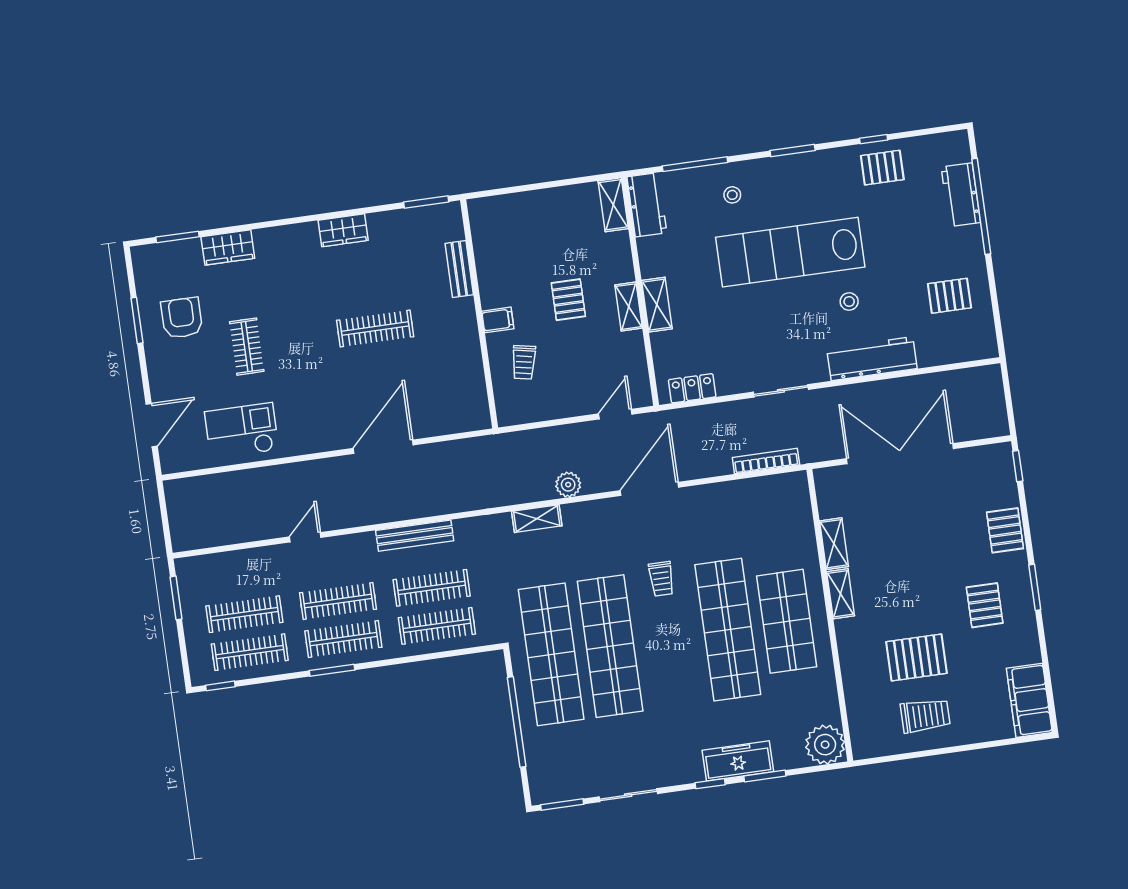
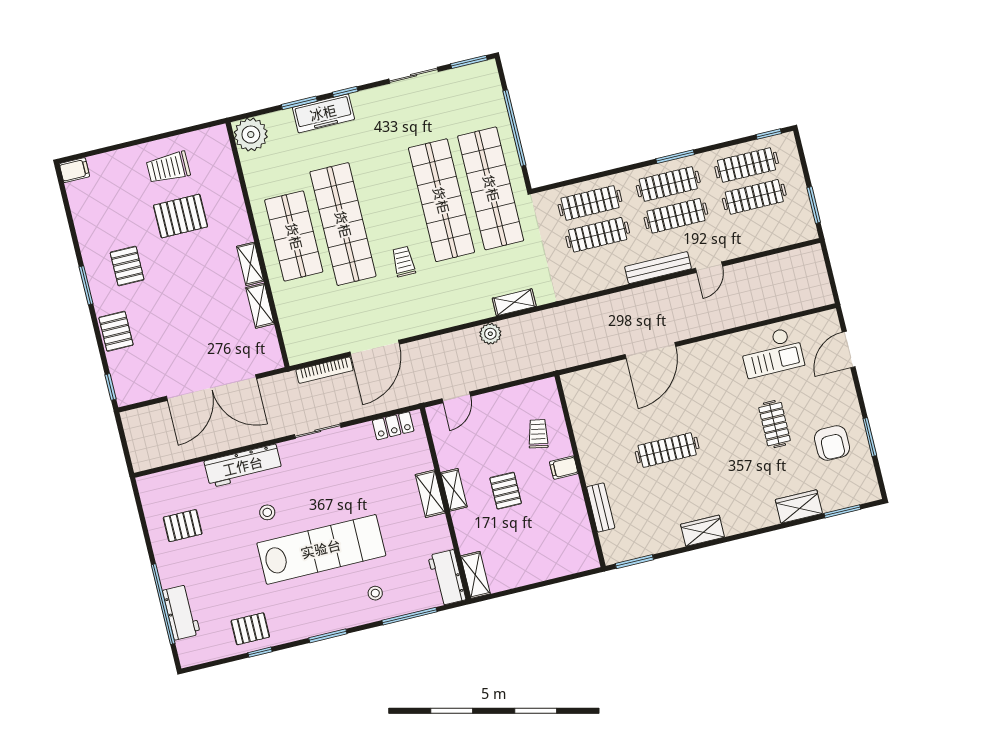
door: (649, 489) -> (375, 348), moved
bench: (415, 536) -> (658, 268), moved
filing cabinet: (1029, 700) -> (74, 170), width x0.33, depth x0.86

